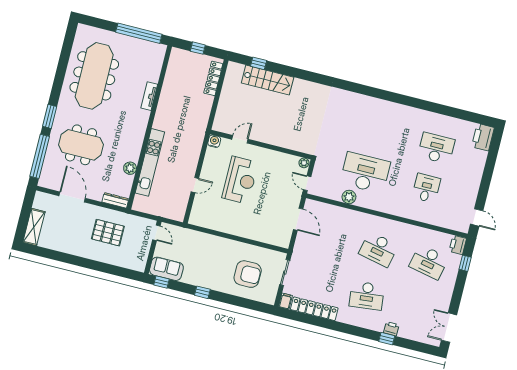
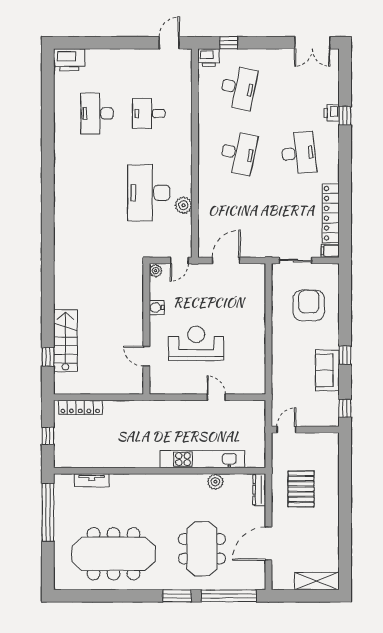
tv unit: (149, 96) -> (92, 480), moved
water cooler: (214, 141) -> (157, 308), moved
sofa: (166, 269) -> (327, 370), moved

